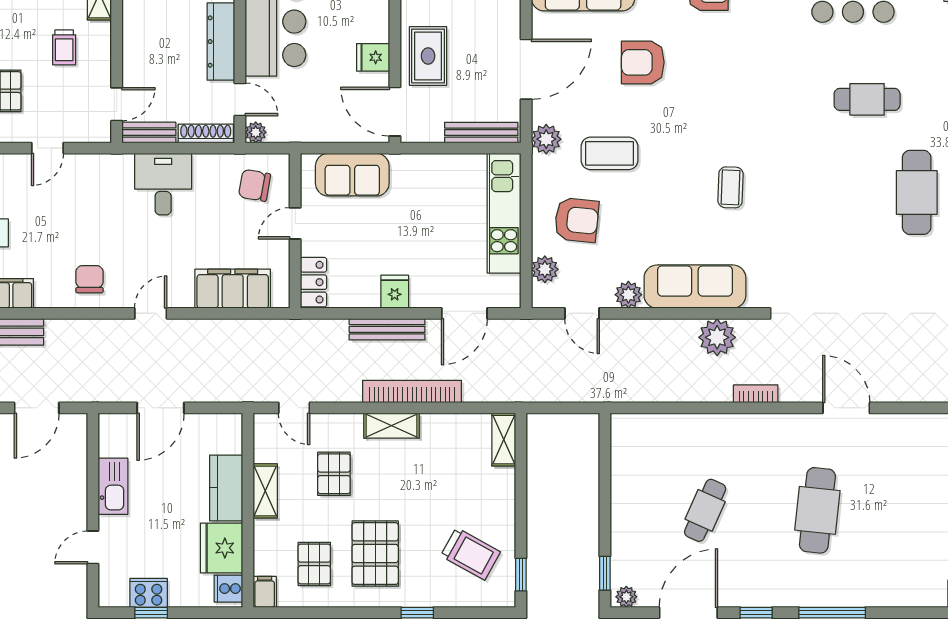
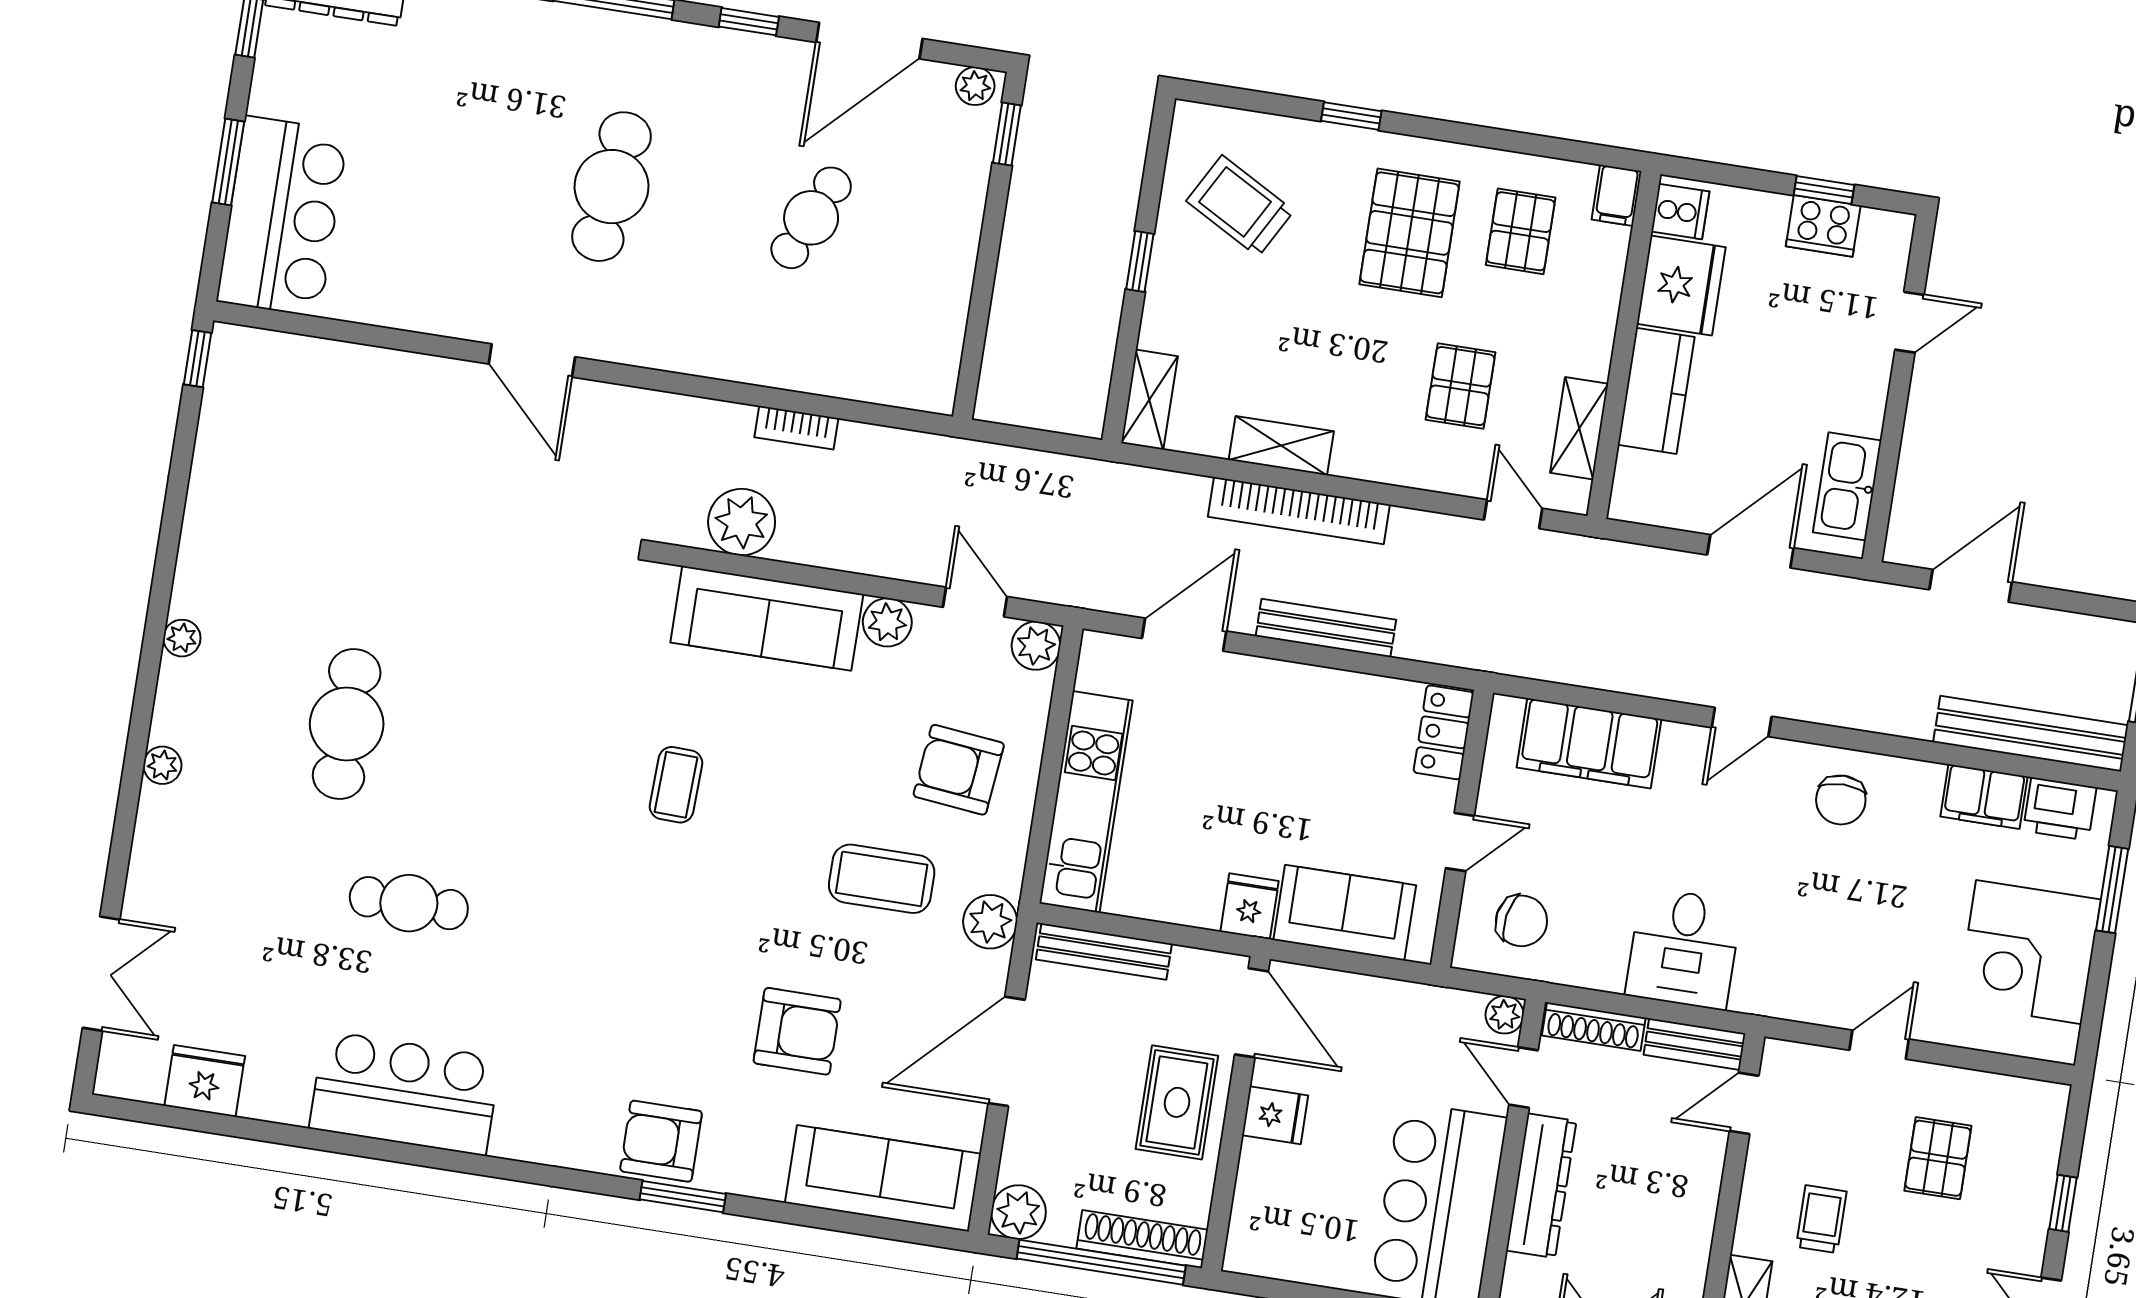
plant: (545, 269) -> (1036, 646), moved
fridge: (395, 292) -> (1249, 906), moved, turned 180
bookcase: (756, 394) -> (796, 428), moved
shelving: (391, 426) -> (1281, 446), moved
kitchen sink: (113, 486) -> (1847, 486), moved
shelving: (265, 491) -> (1579, 428), moved
window: (521, 575) -> (1140, 262), moved

